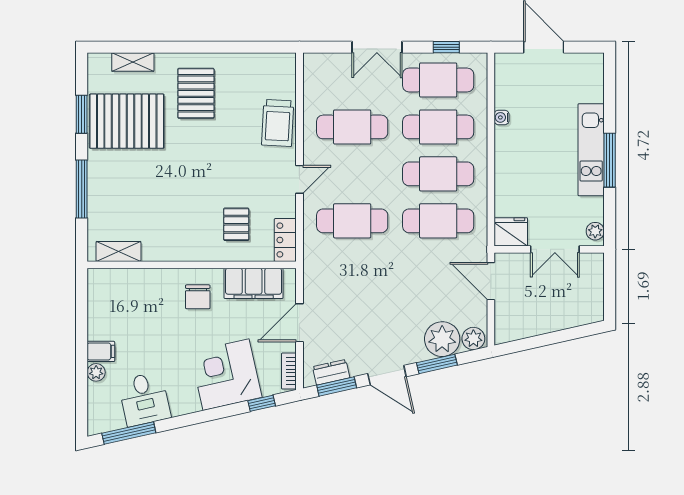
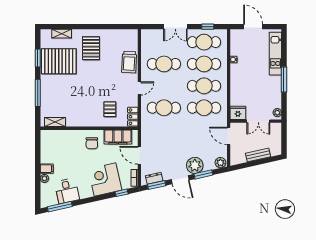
kitchen unit: (591, 150) -> (275, 54), moved
bench: (554, 322) -> (258, 155), added
door: (299, 323) -> (139, 155), hinge flipped
plant: (442, 339) -> (195, 165), moved

